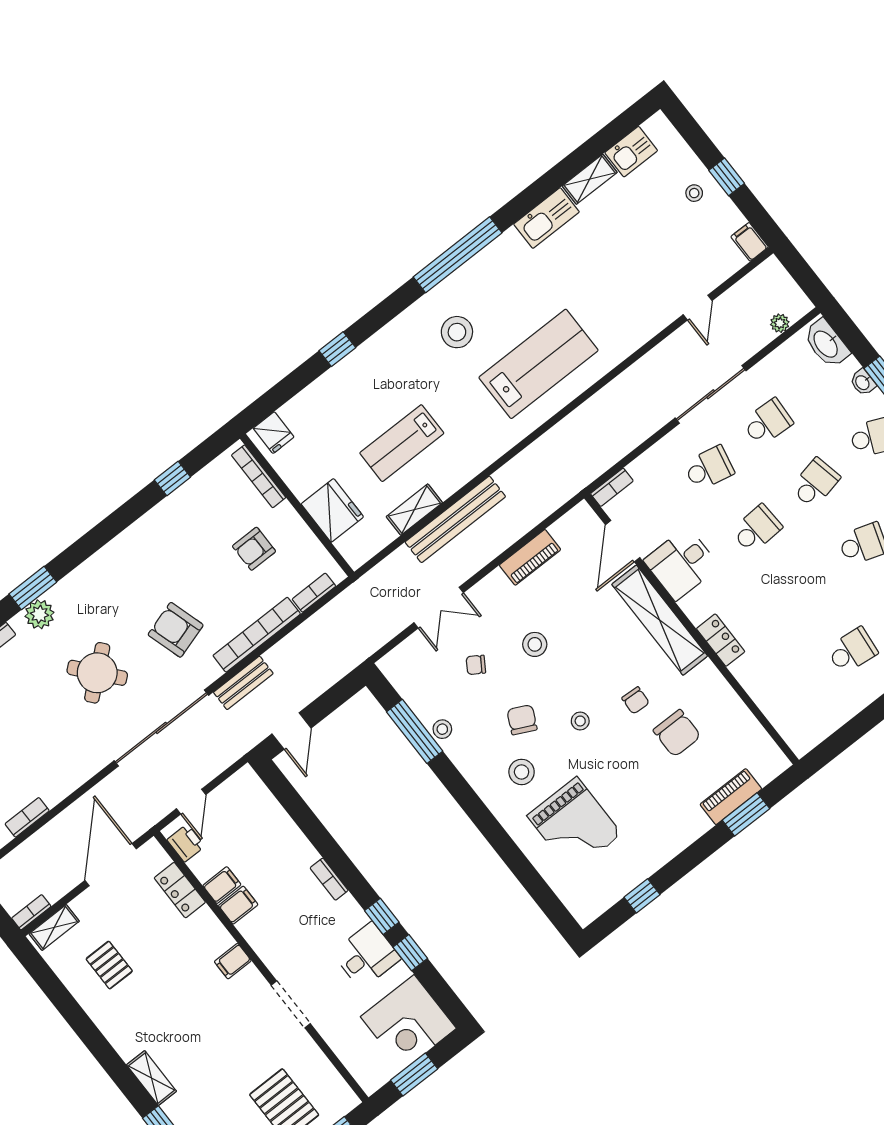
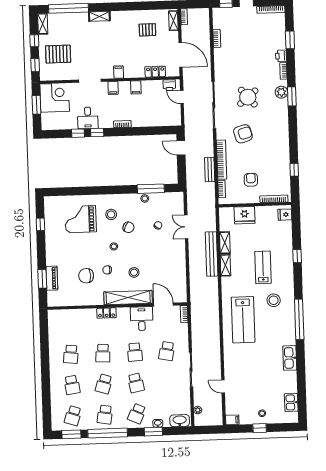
shelving: (590, 179) -> (225, 265), moved
school desk: (767, 422) -> (103, 353), moved
lab bench: (402, 443) -> (263, 267), moved
piano: (530, 557) -> (181, 270), removed
stool: (535, 644) -> (134, 272), moved
bench: (243, 683) -> (210, 170), moved
filing cabinet: (222, 885) -> (113, 88), moved
corner desk: (408, 1022) -> (55, 98), moved, turned 90

